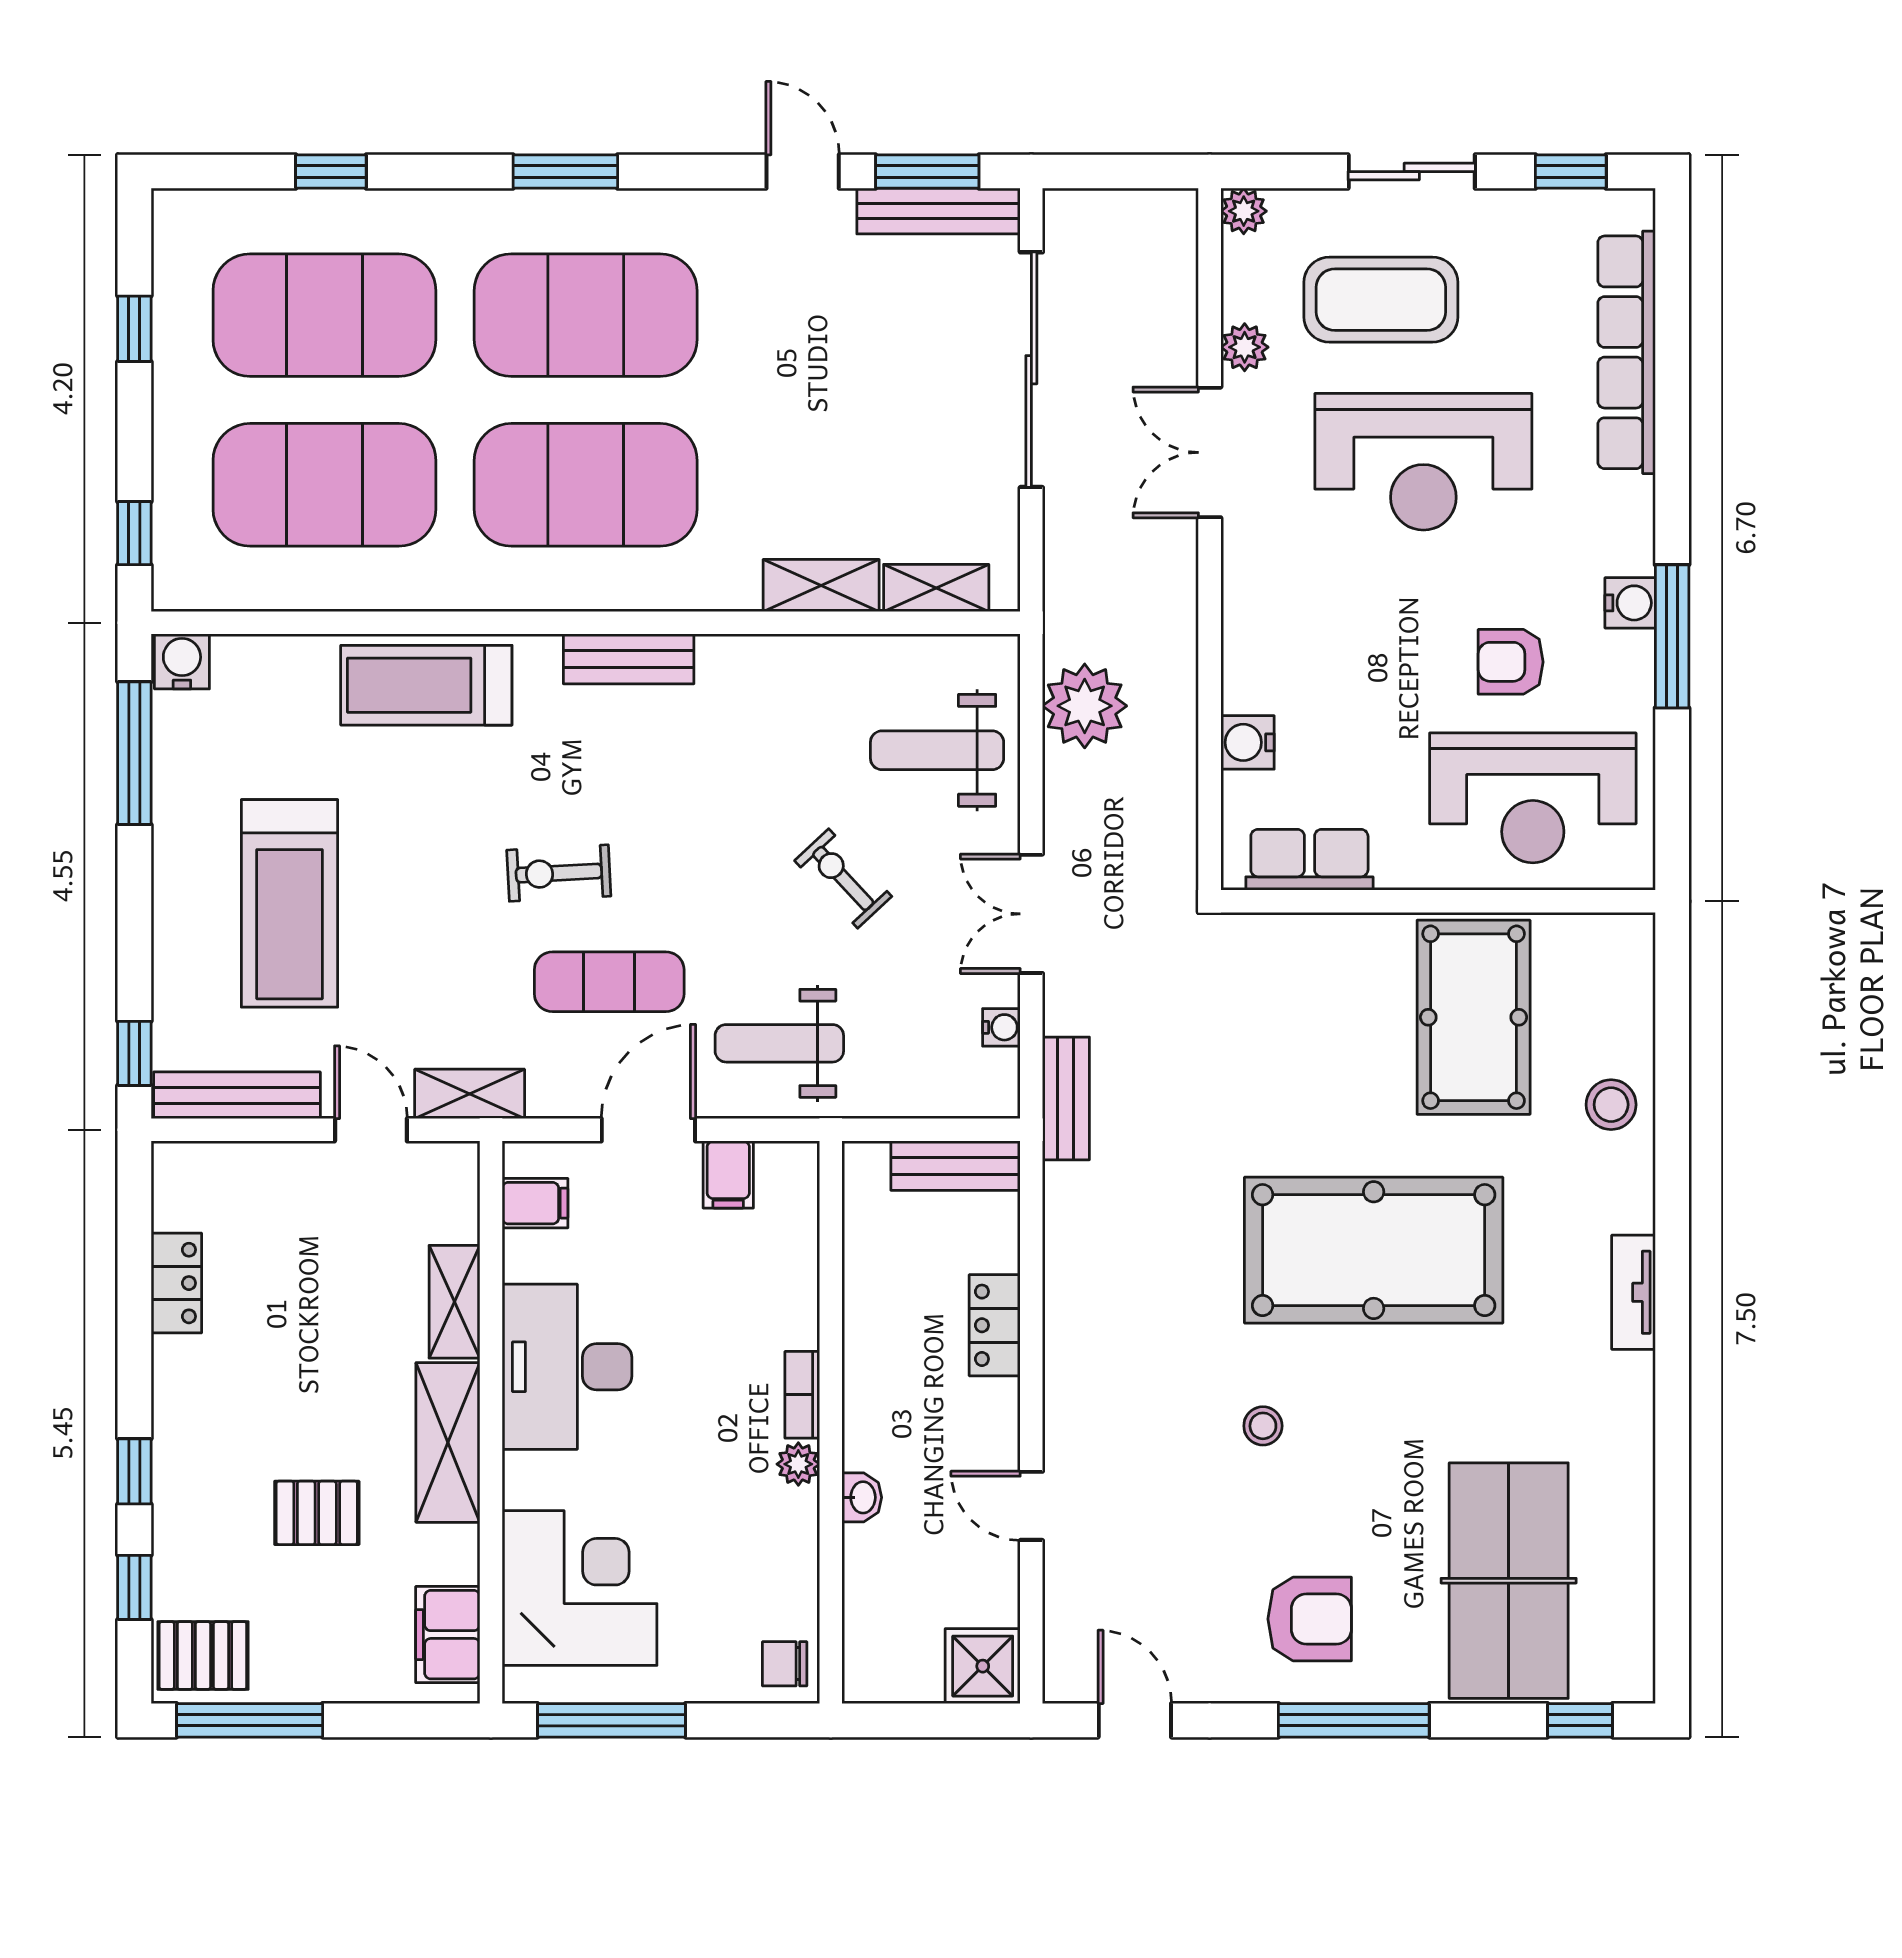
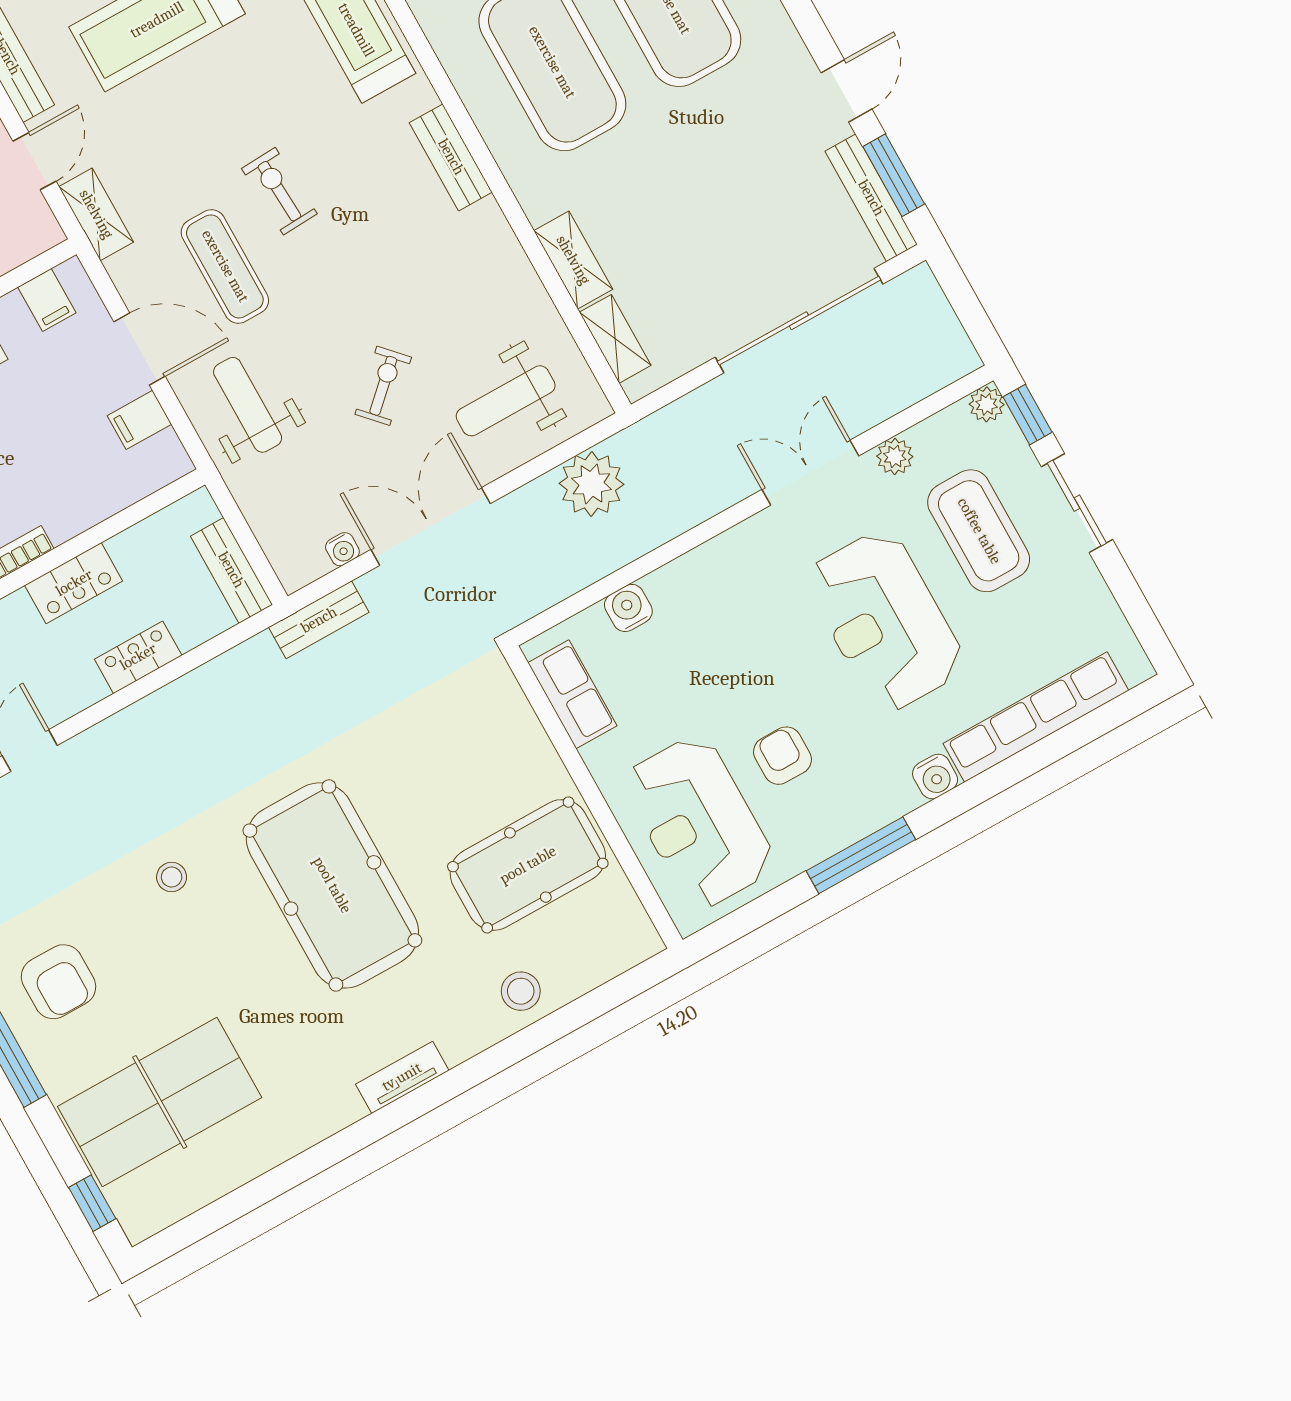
window: (1571, 172) -> (1027, 415), moved
water cooler: (1630, 603) -> (935, 776), moved
weight bench: (937, 750) -> (506, 401), turned -90
double door: (1031, 914) -> (431, 527), width x1.37
locker: (871, 1351) -> (74, 583), added

